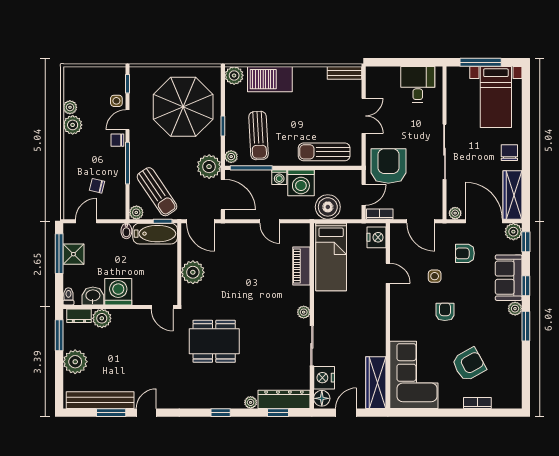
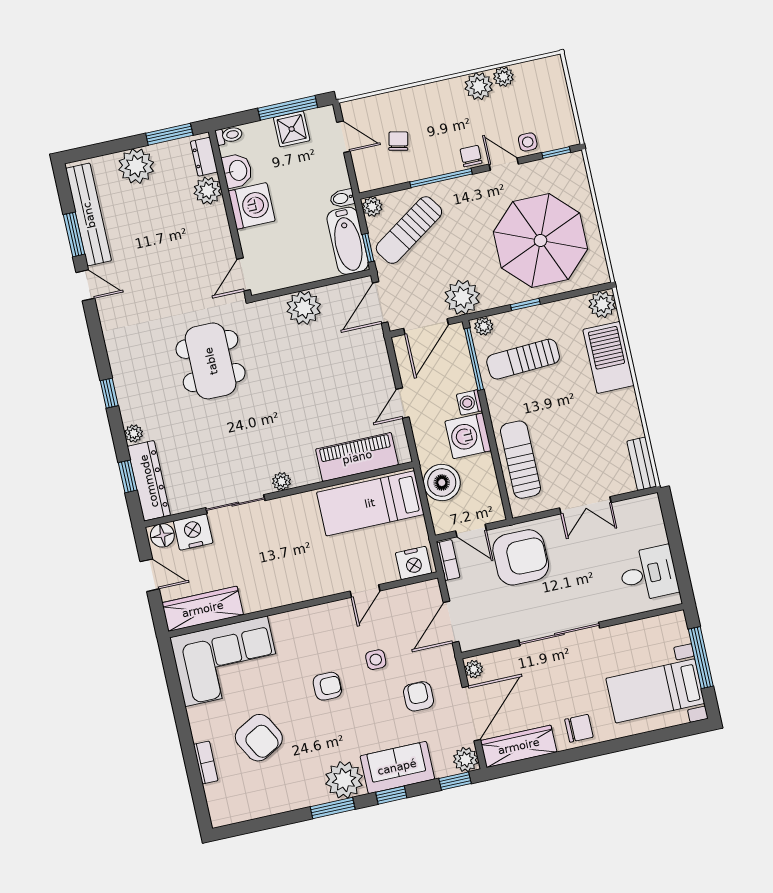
piano: (301, 266) -> (357, 457), width x1.37, depth x1.33
plant: (515, 309) -> (344, 780), width x1.87, depth x1.87

